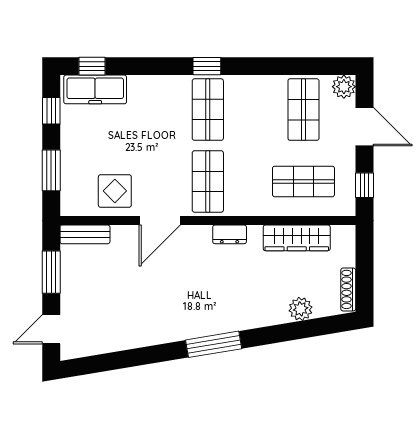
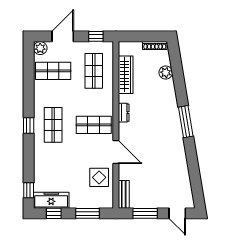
freezer: (95, 89) -> (51, 200), moved, turned -90
shop shelf: (208, 110) -> (53, 125), turned 90

